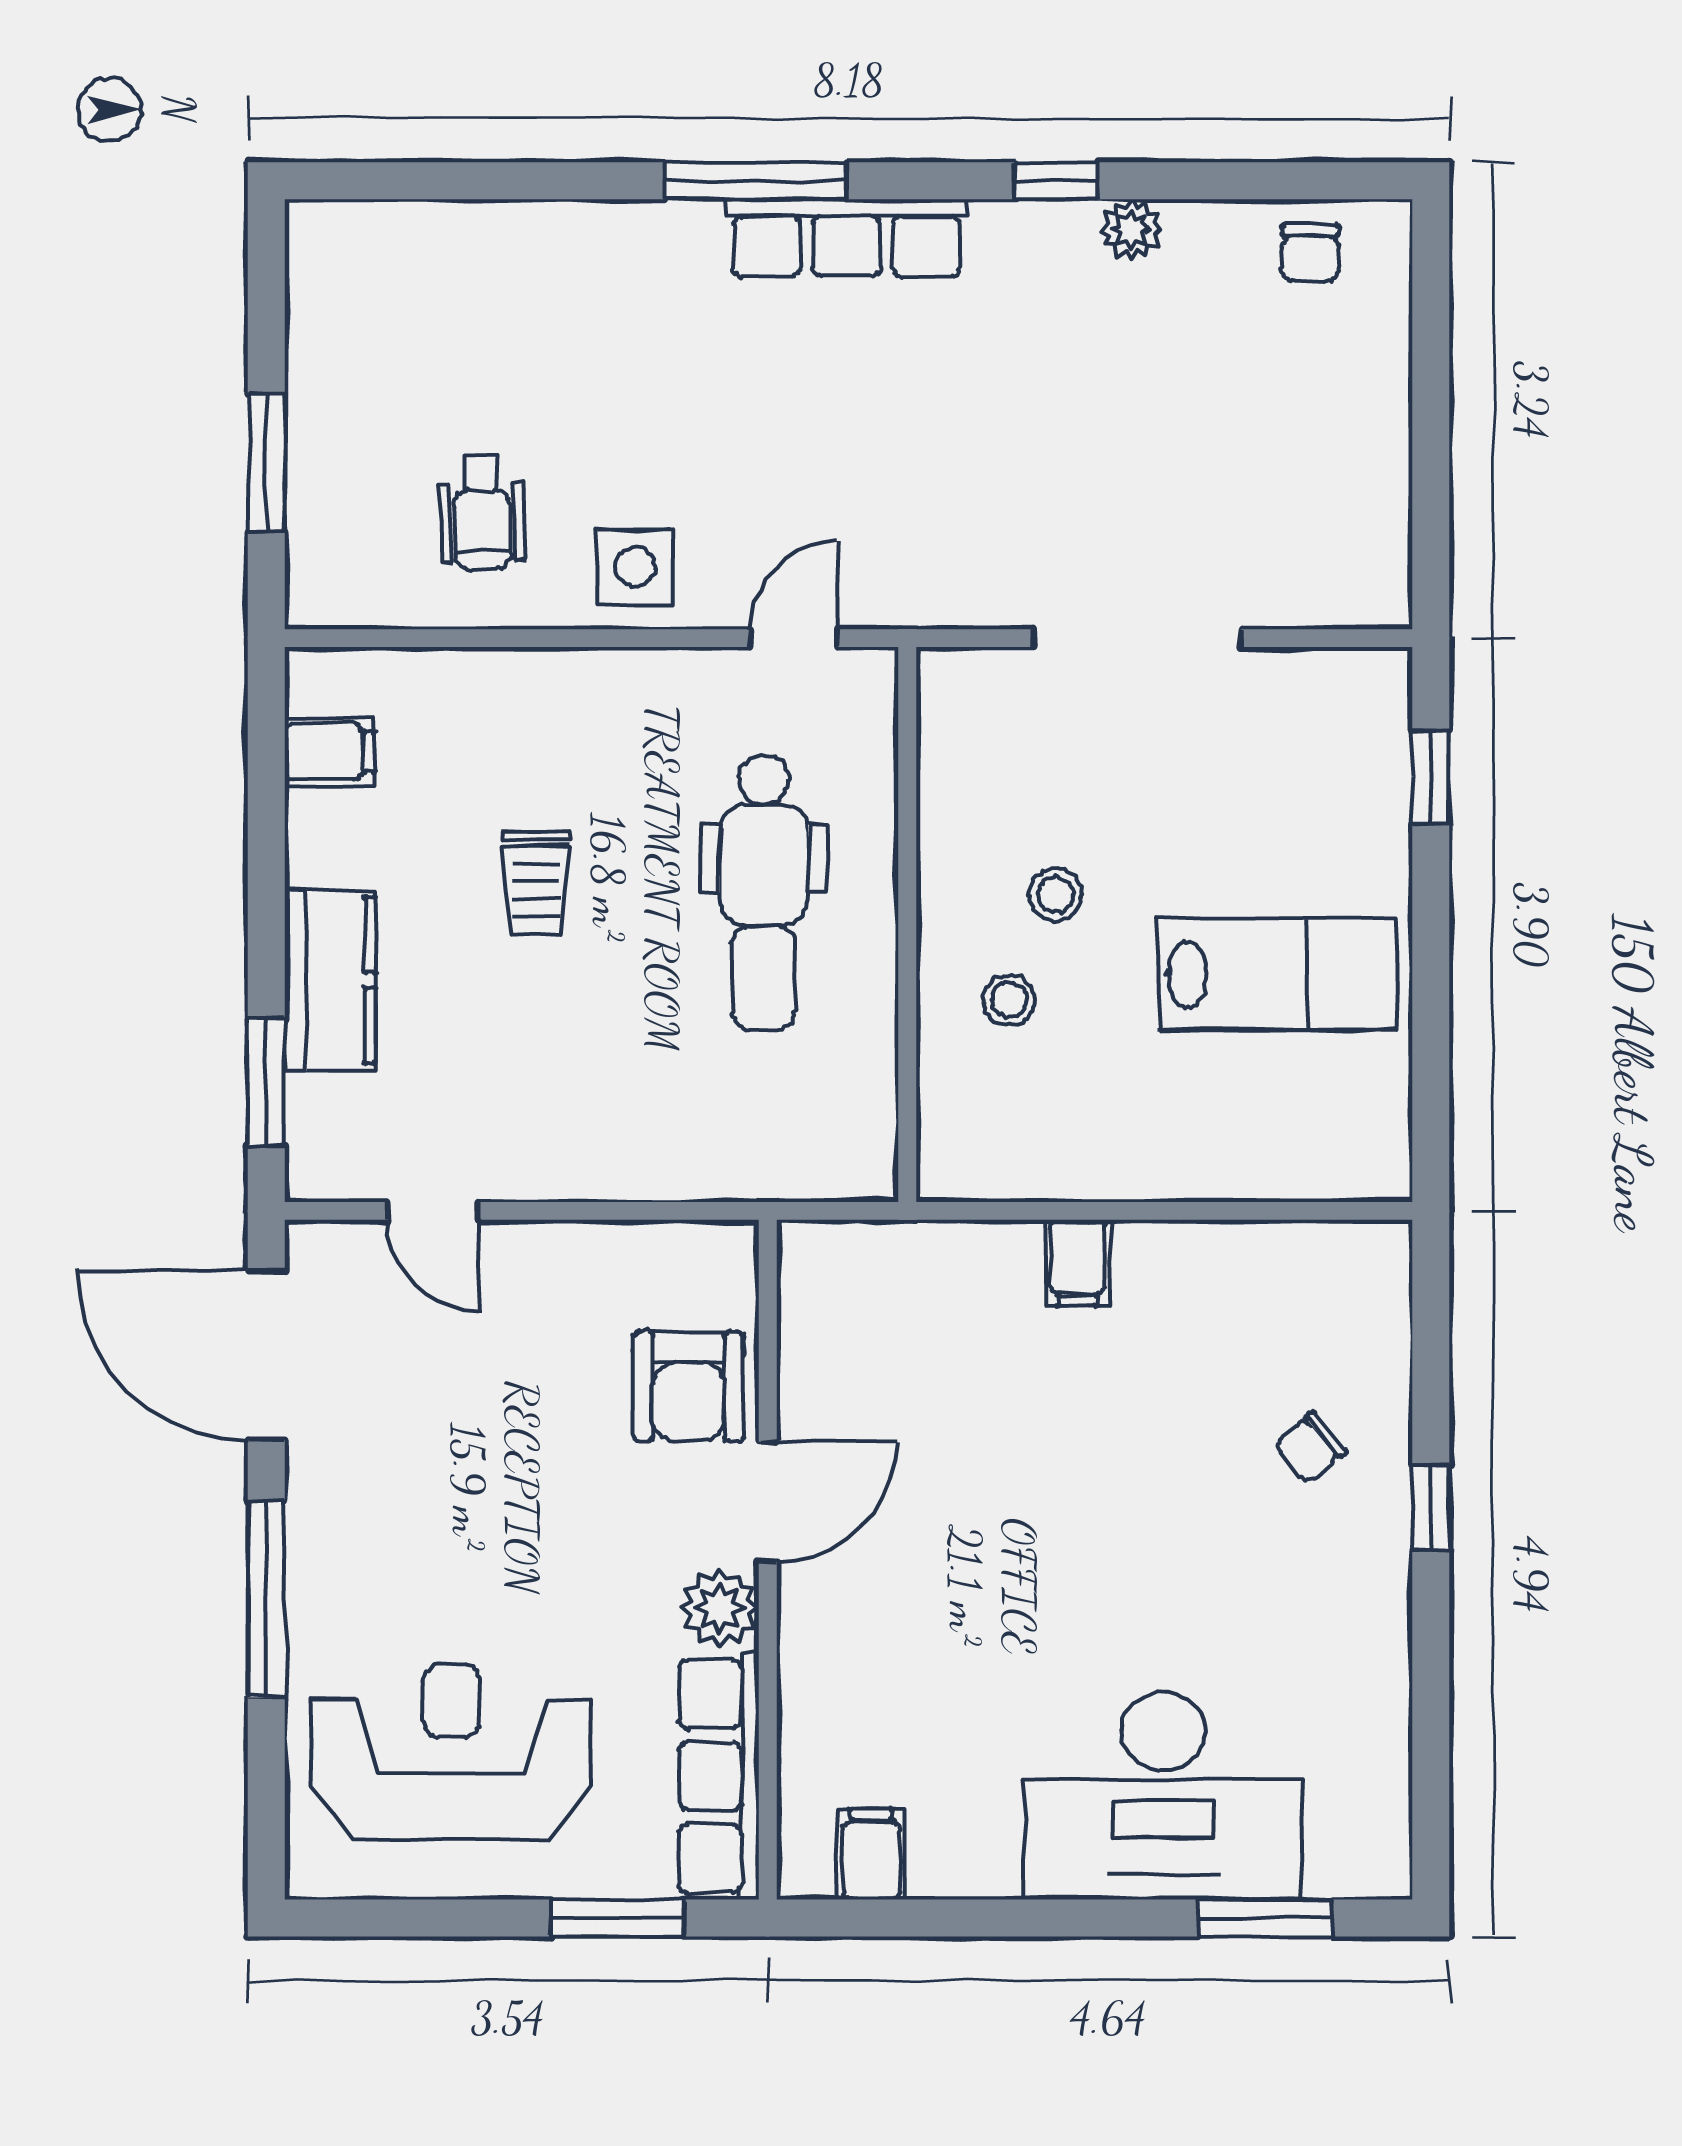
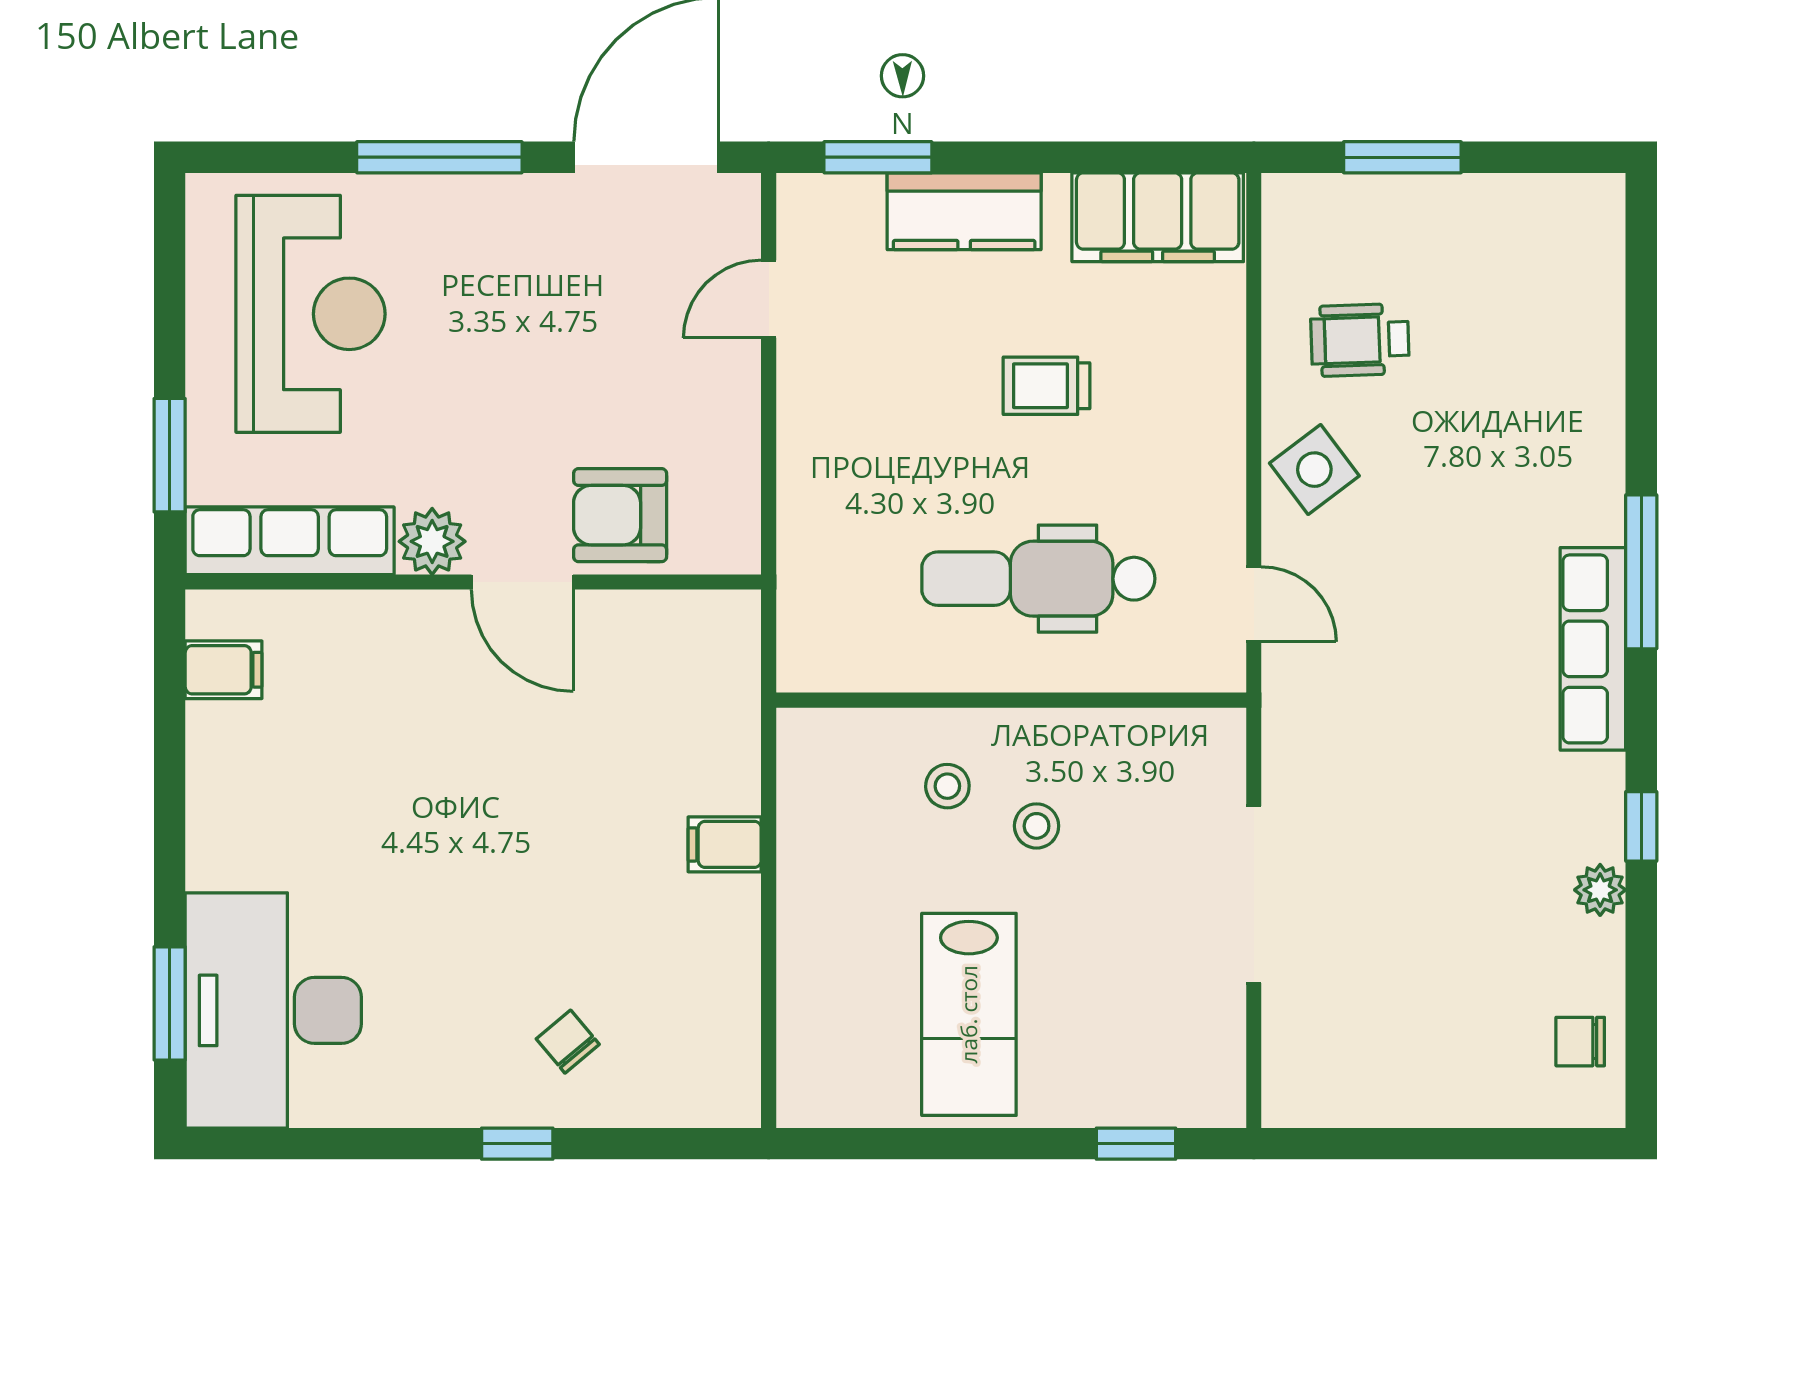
side table: (635, 567) -> (1314, 470), turned -37
filing cabinet: (330, 752) -> (1158, 217), width x3.00, depth x1.17
desk: (1163, 1796) -> (273, 1010), moved

